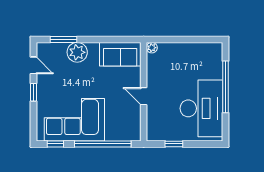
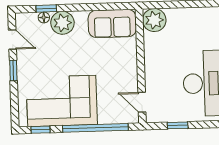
window: (63, 39) -> (46, 9), width x0.67
floor lamp: (61, 47) -> (44, 17), added
plant: (152, 48) -> (154, 20), width x1.87, depth x1.87
door: (144, 96) -> (142, 102), moved

